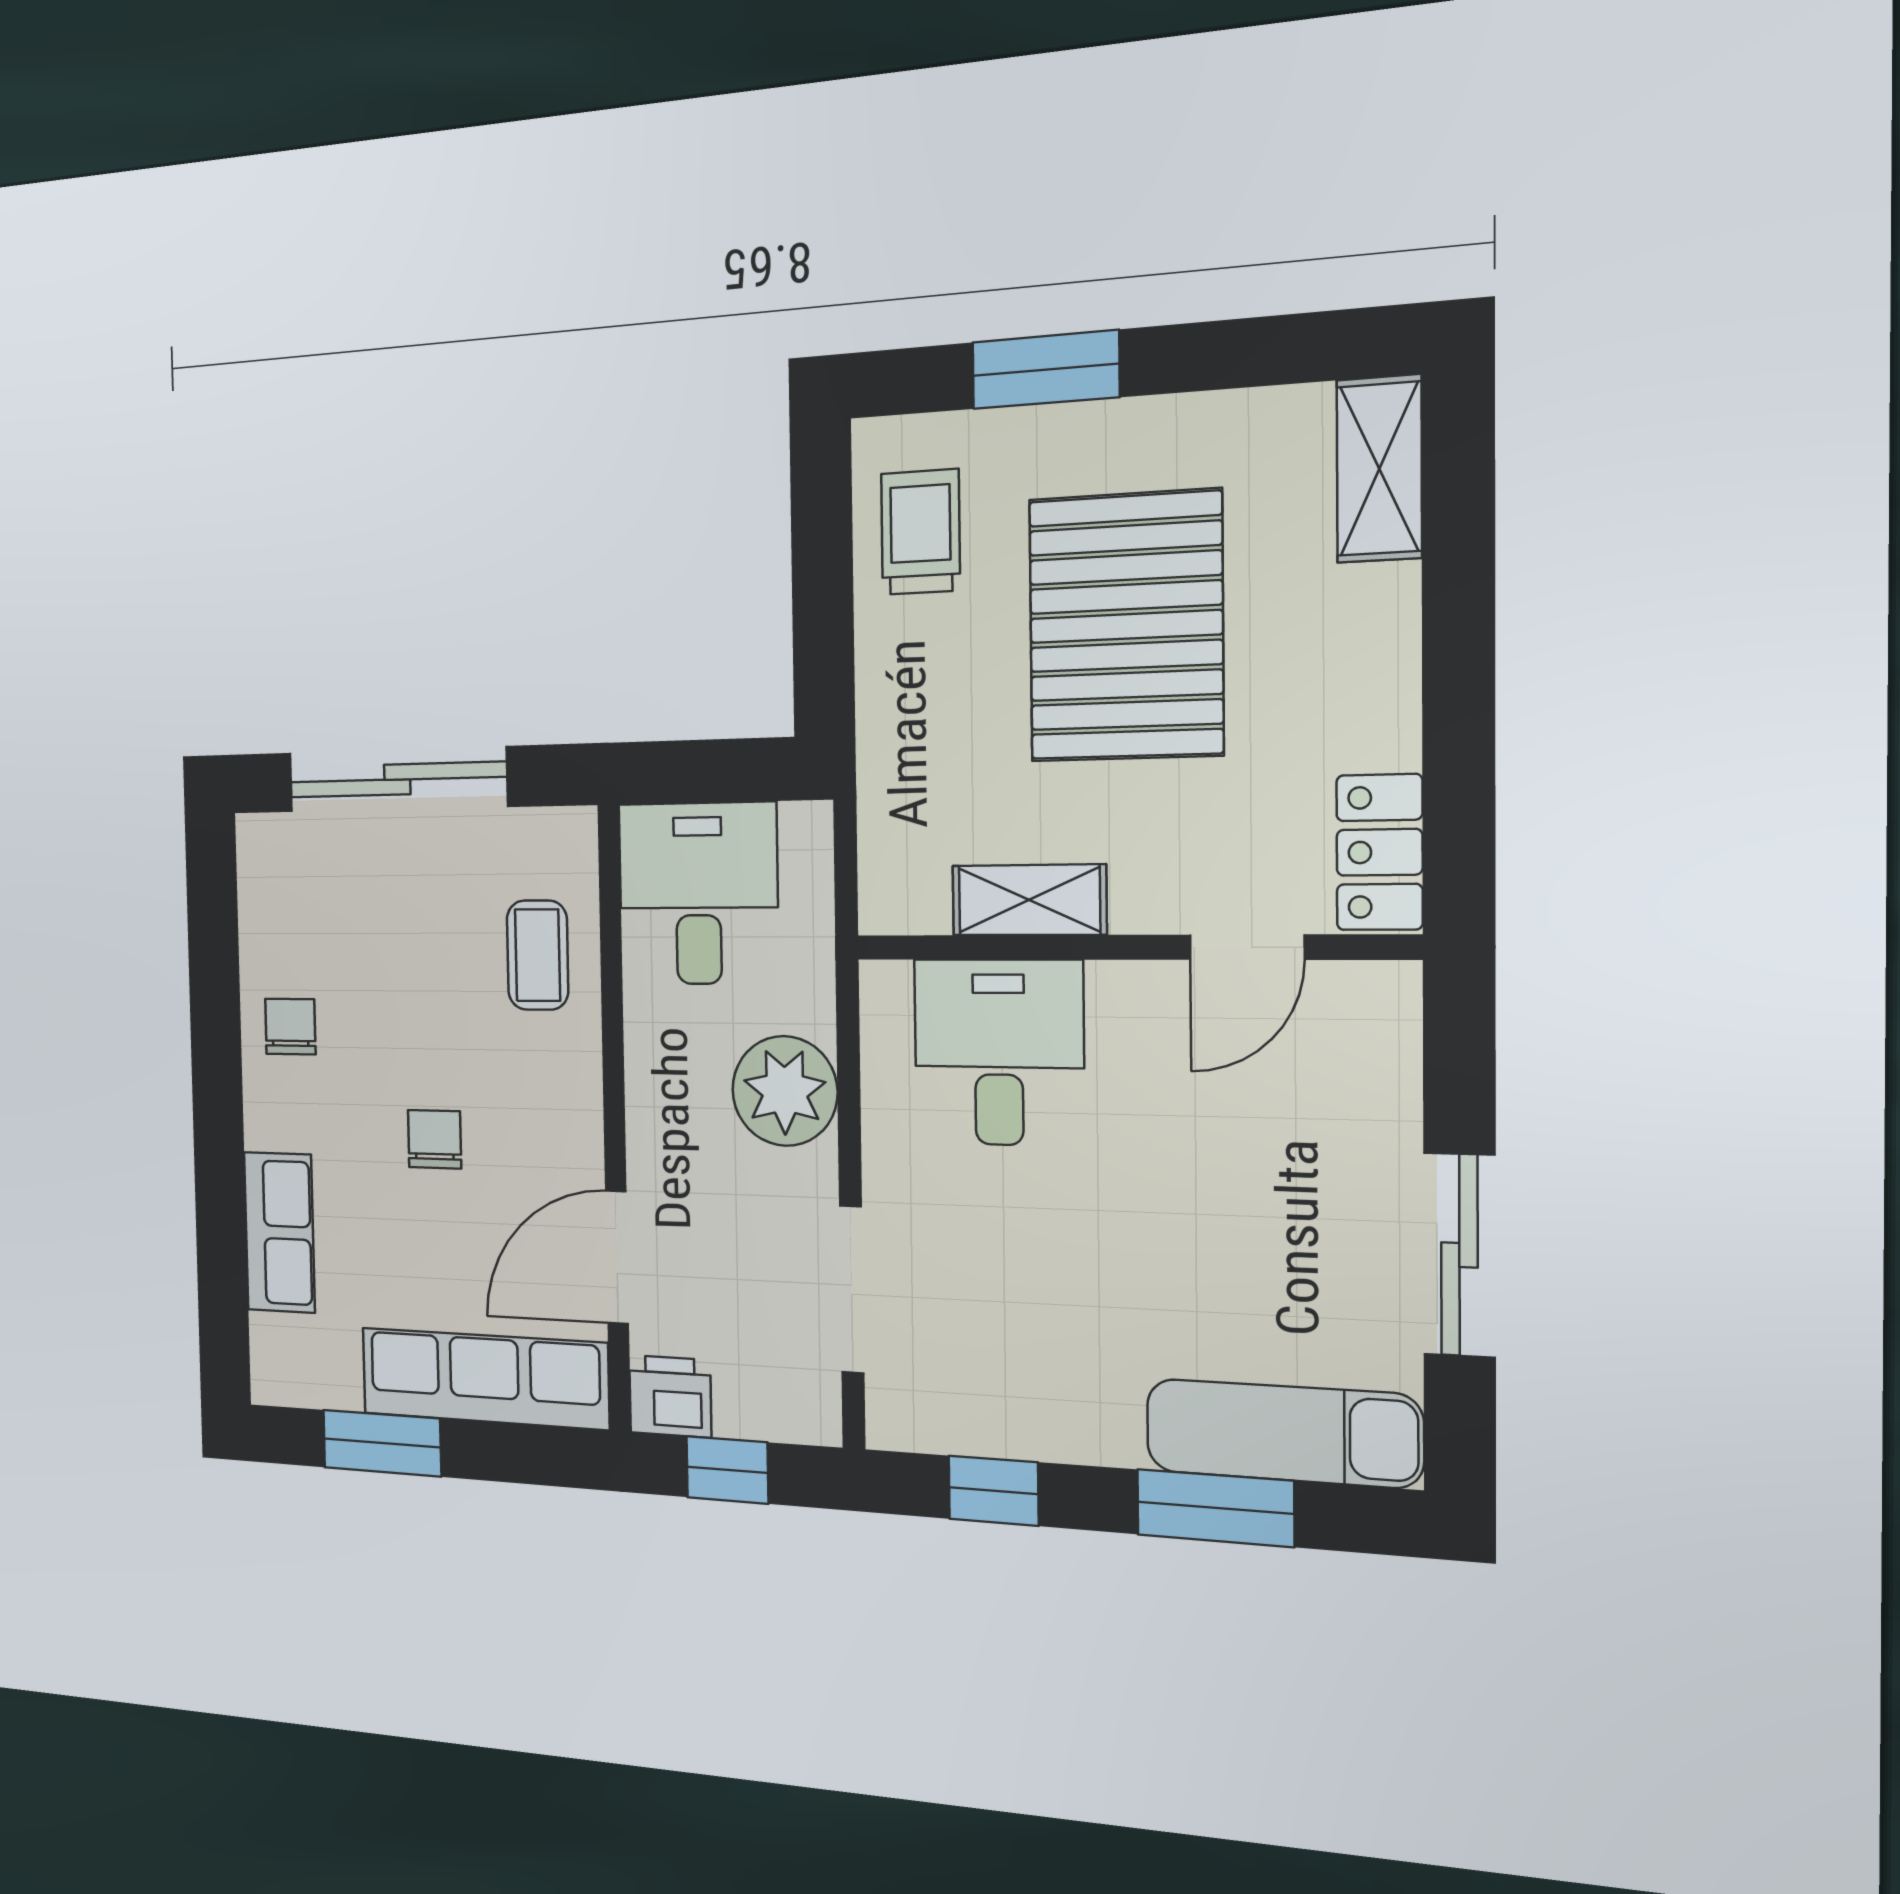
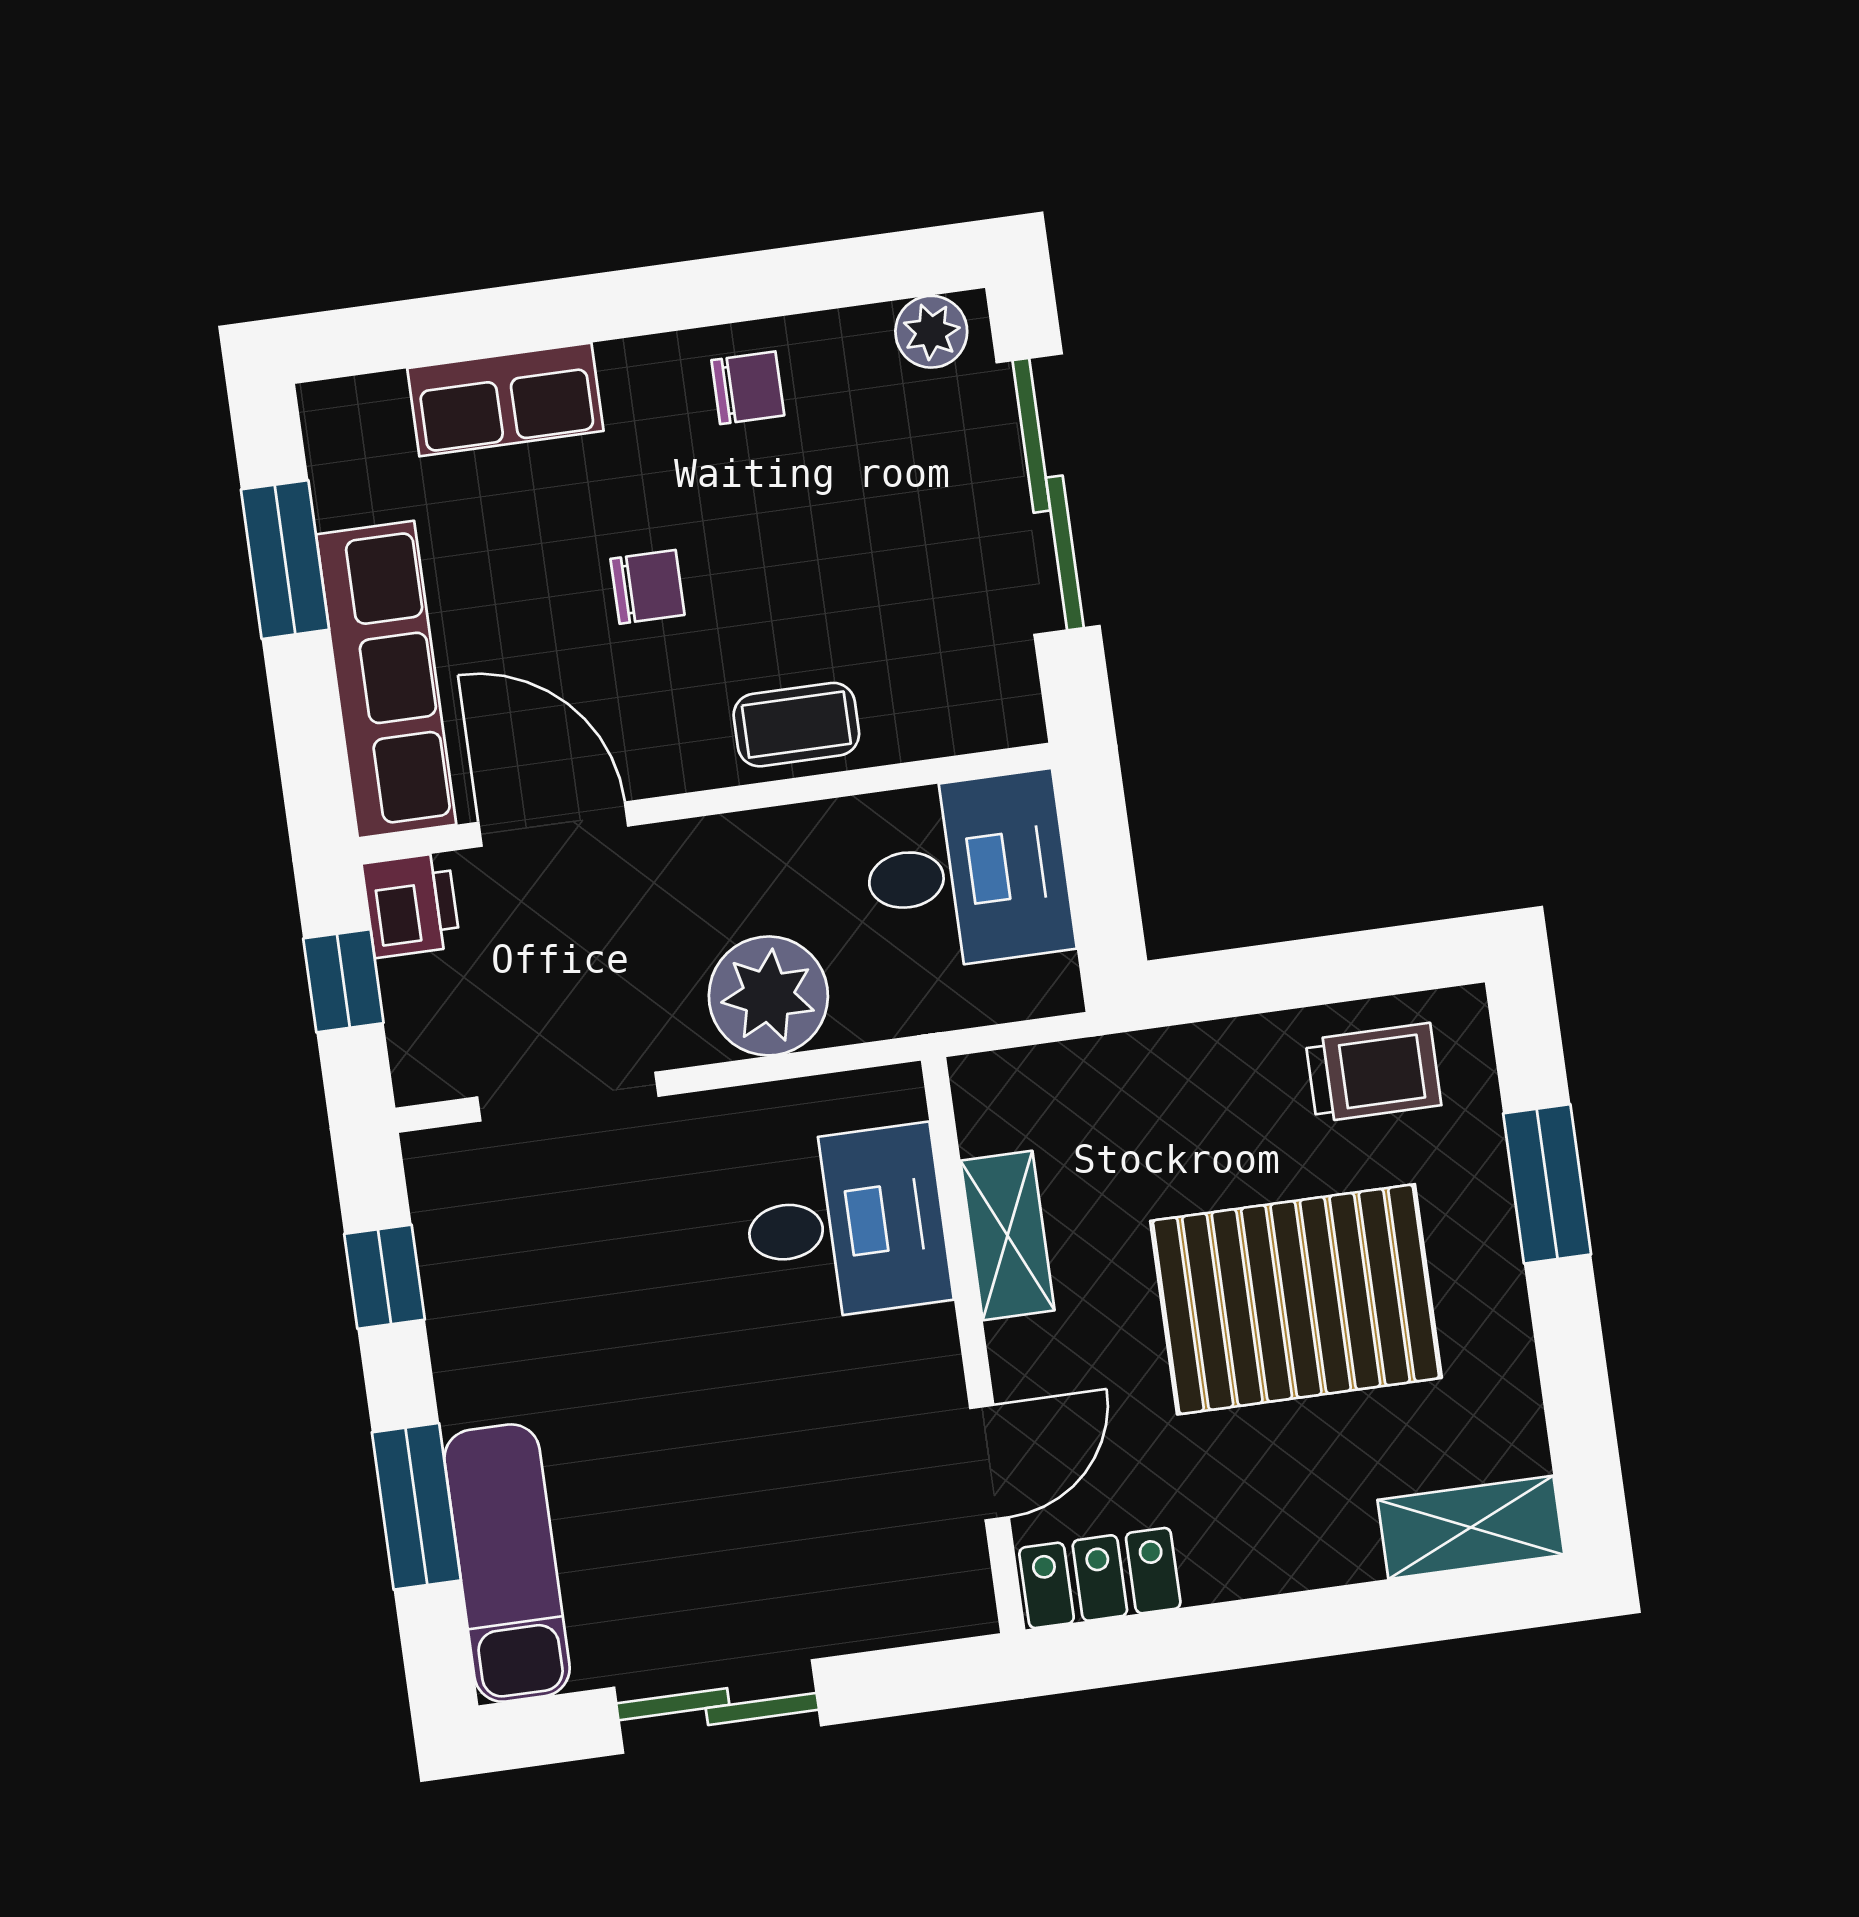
plant: (263, 864) -> (931, 332), added
door: (1247, 947) -> (989, 1463), swing flipped
coffee table: (538, 955) -> (796, 725), moved

